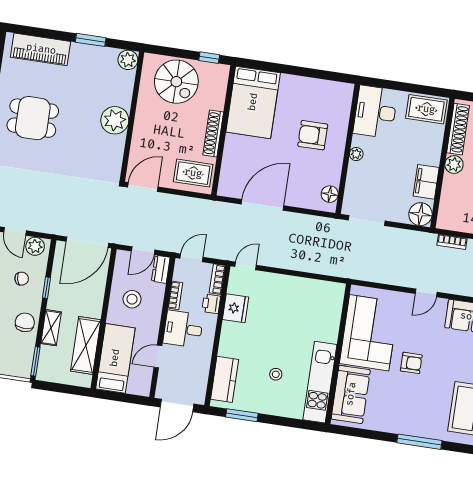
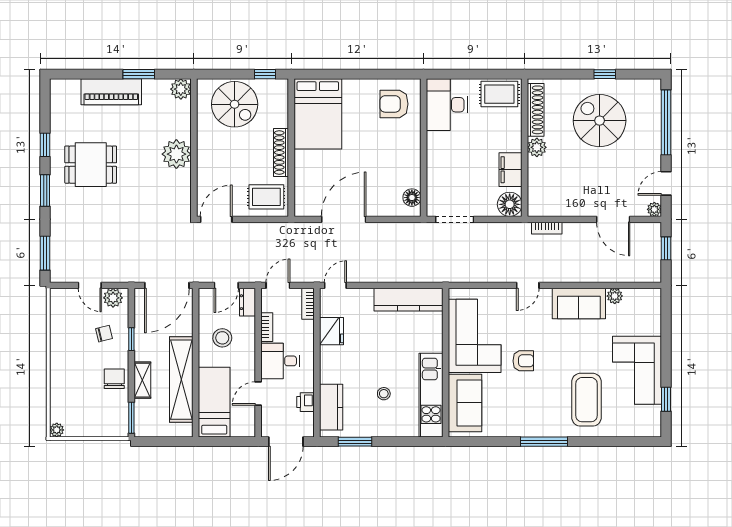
piano: (41, 49) -> (111, 92), moved
armchair: (313, 135) -> (394, 104), moved
plant: (356, 154) -> (433, 152), removed
kitchen counter: (312, 289) -> (409, 300), added
printer: (211, 304) -> (306, 402), moved
shelving: (86, 345) -> (181, 380), width x1.47

